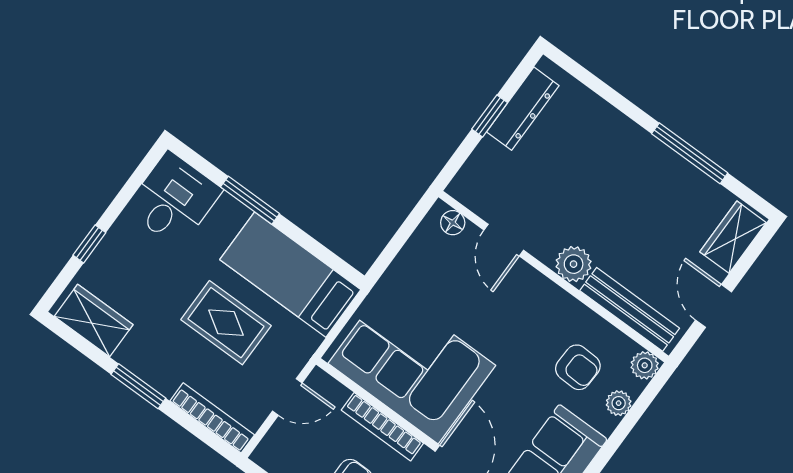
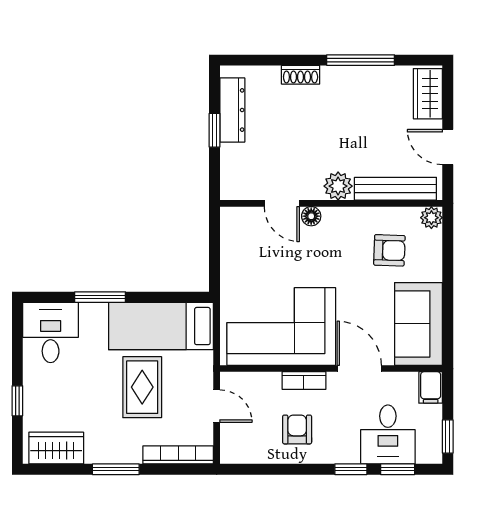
shoe rack: (618, 124) -> (301, 75), added
floor lamp: (453, 223) -> (311, 216), moved
rug: (226, 323) -> (142, 387), turned 90
door: (287, 397) -> (217, 406), hinge flipped
plant: (619, 403) -> (432, 254), removed
bookcase: (382, 427) -> (304, 381), width x0.64

